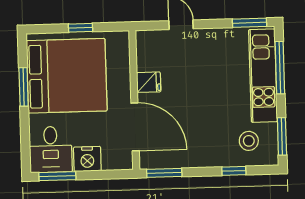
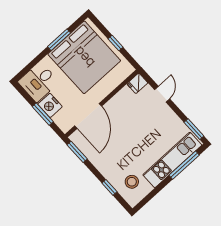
fridge: (149, 82) -> (137, 83), moved, turned 90
window: (282, 136) -> (149, 197), removed
window: (57, 176) -> (43, 114), moved

